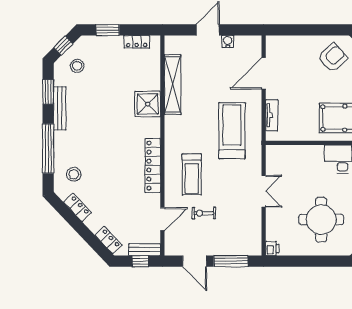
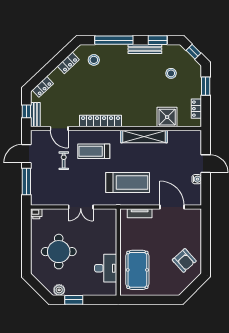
stool: (77, 66) -> (171, 73), moved
shelving: (173, 85) -> (144, 136), moved
shower: (148, 104) -> (167, 117), moved

